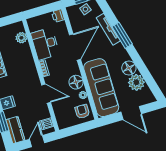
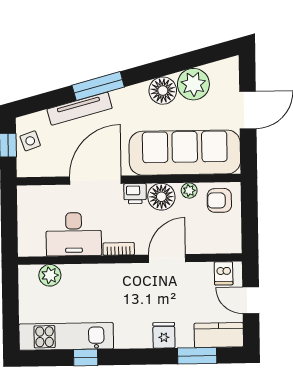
printer: (58, 16) -> (135, 194), moved
door: (75, 47) -> (95, 180), hinge flipped

